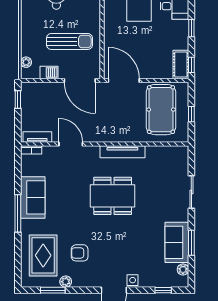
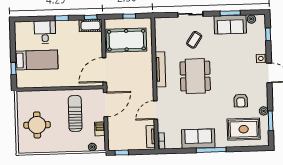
coffee table: (159, 196) -> (194, 40), added

